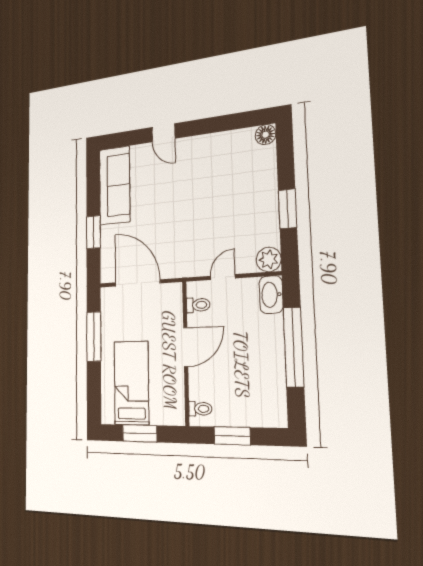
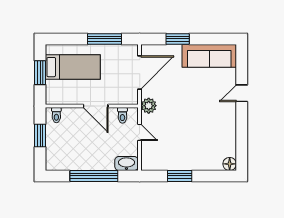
plant: (269, 259) -> (149, 106), moved

